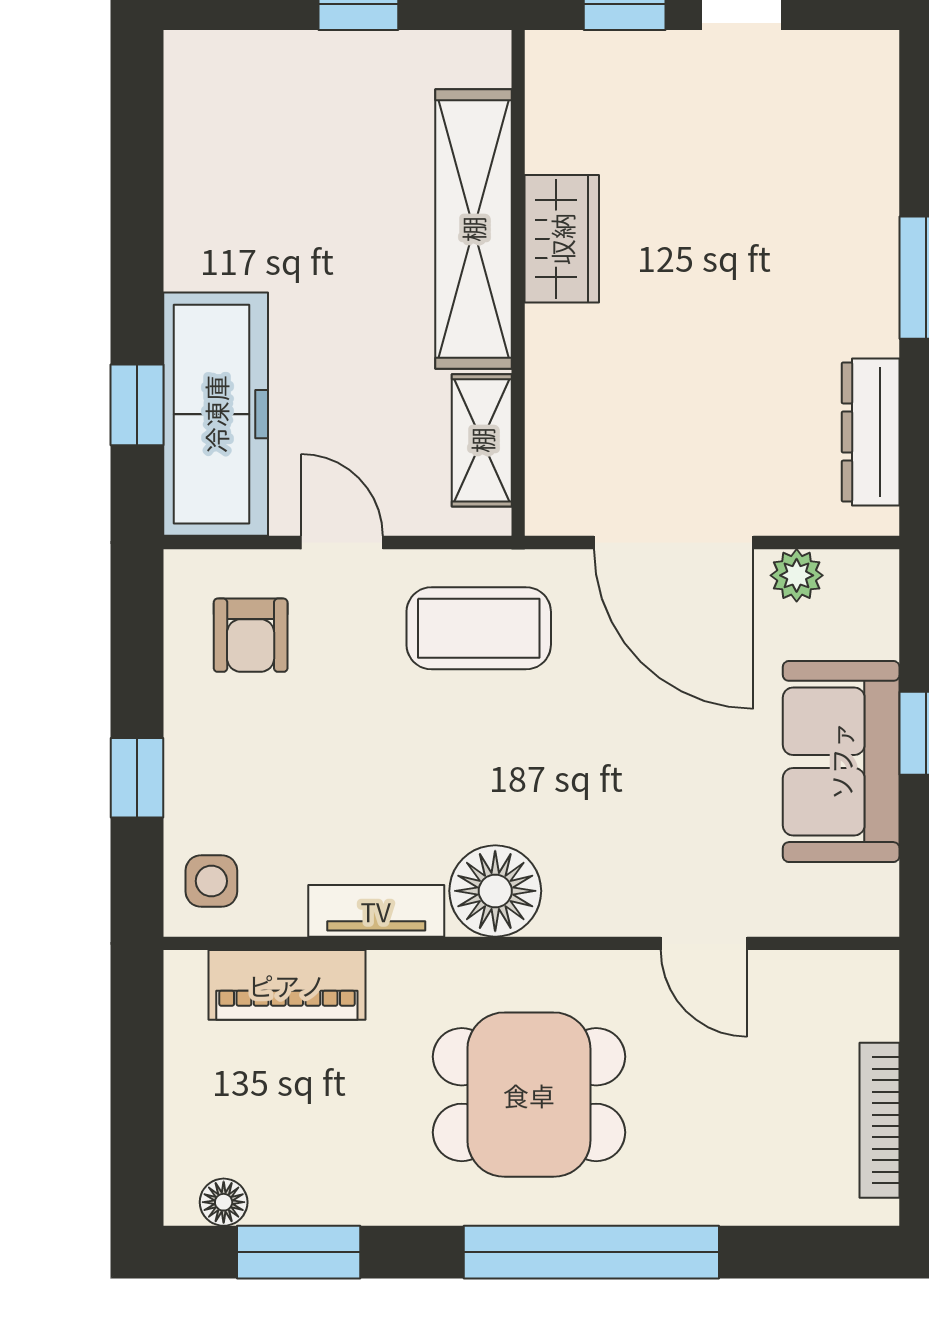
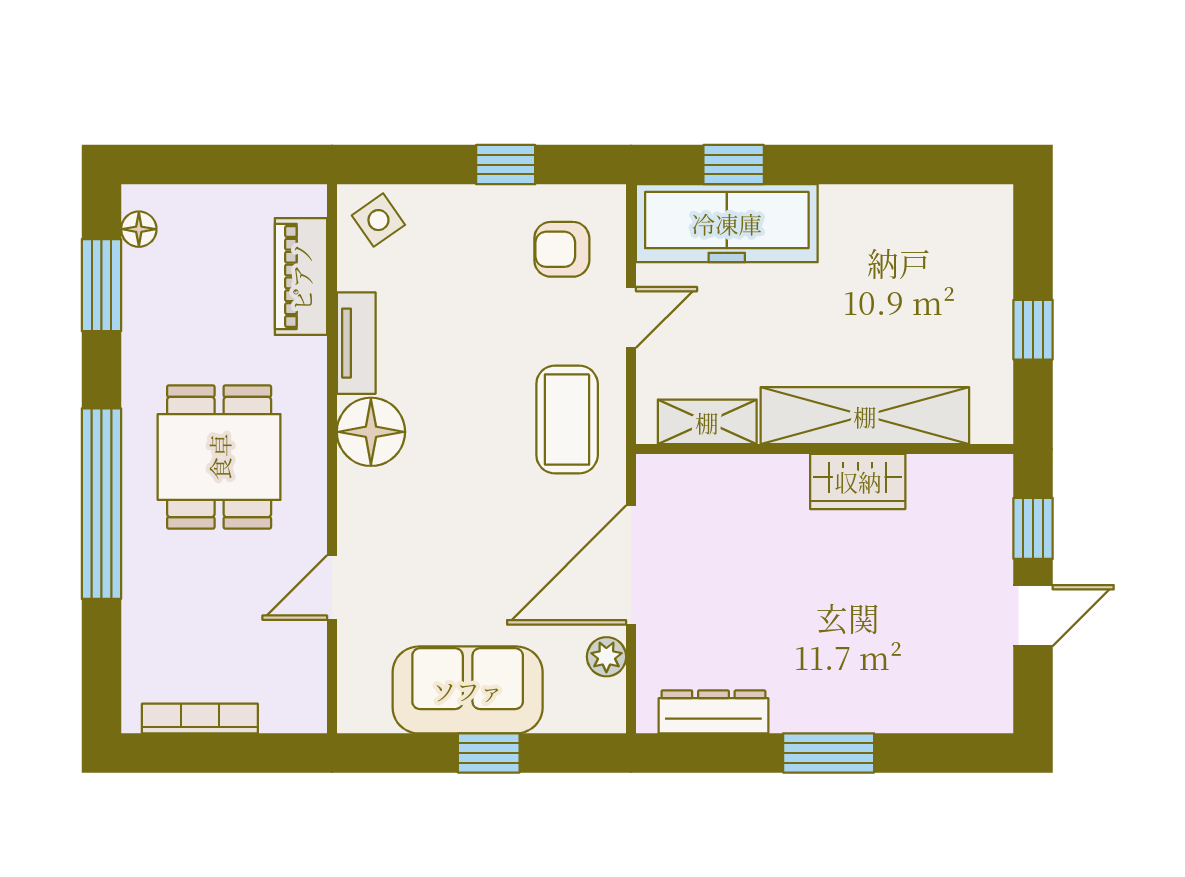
window: (137, 778) -> (506, 165), moved
side table: (211, 881) -> (378, 220), turned -35

